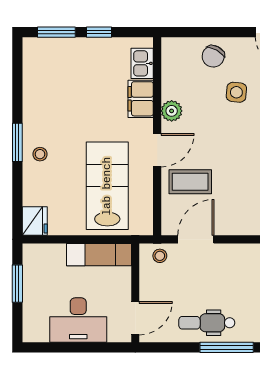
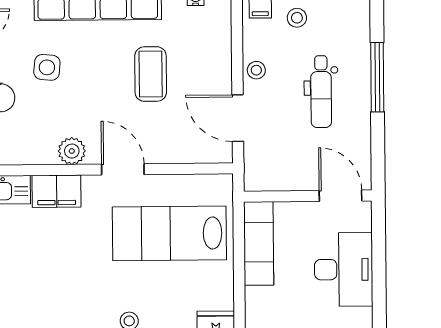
coffee table: (190, 182) -> (151, 74), moved
stool: (160, 256) -> (256, 70), moved
dental chair: (207, 323) -> (321, 92), moved

